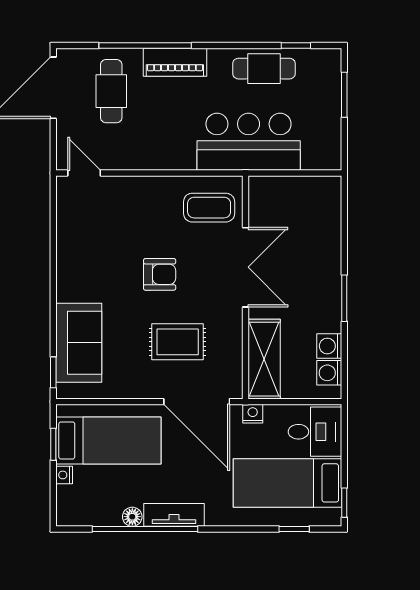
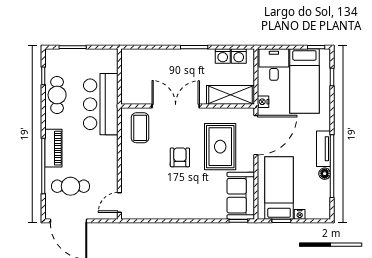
rug: (178, 342) -> (220, 147), width x1.36, depth x1.43
sofa: (79, 343) -> (241, 196), moved, turned -90

